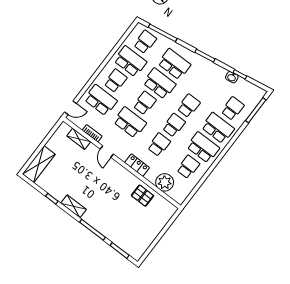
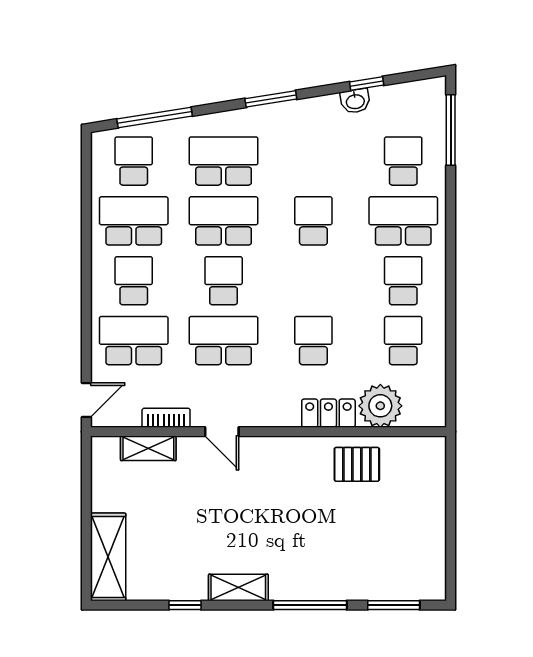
school desk: (174, 125) -> (313, 281), removed
school desk: (203, 147) -> (403, 281), width x0.54
locker: (137, 165) -> (328, 413), moved

